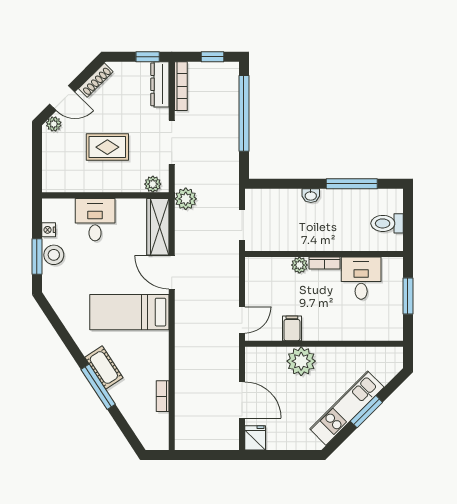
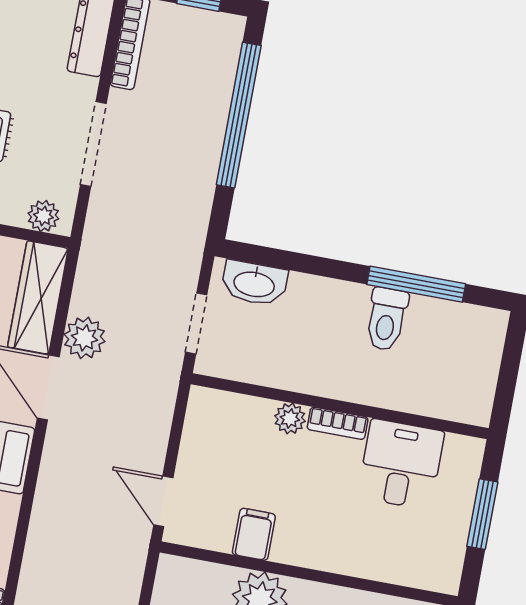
washbasin: (311, 196) -> (254, 283), moved, width x1.91, depth x1.45
plant: (186, 199) -> (85, 338), moved
toilet: (387, 223) -> (386, 319), moved, turned -90
door: (242, 320) -> (163, 501), swing flipped

